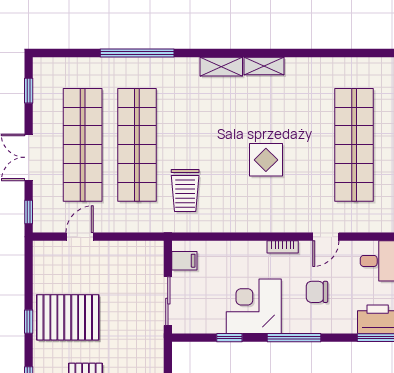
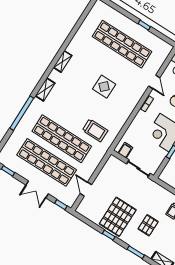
shelving: (221, 67) -> (45, 90), moved

